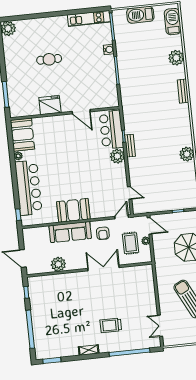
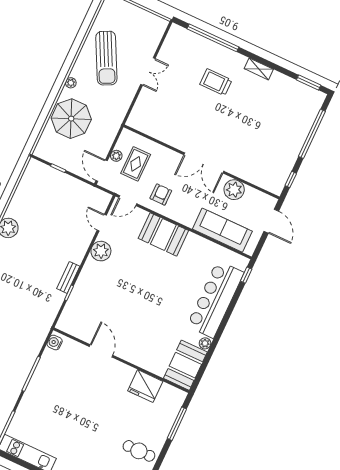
water cooler: (109, 50) -> (55, 342), moved
cafe table: (49, 59) -> (139, 451), moved
fridge: (50, 105) -> (145, 386), moved
bar counter: (111, 130) -> (79, 309), removed
plant: (117, 156) -> (101, 251), moved
booth: (73, 210) -> (163, 234), moved
sofa: (70, 232) -> (222, 230), moved
double door: (103, 268) -> (204, 163), moved
trolley: (111, 325) -> (216, 82), turned 180
double door: (160, 326) -> (148, 71), moved

